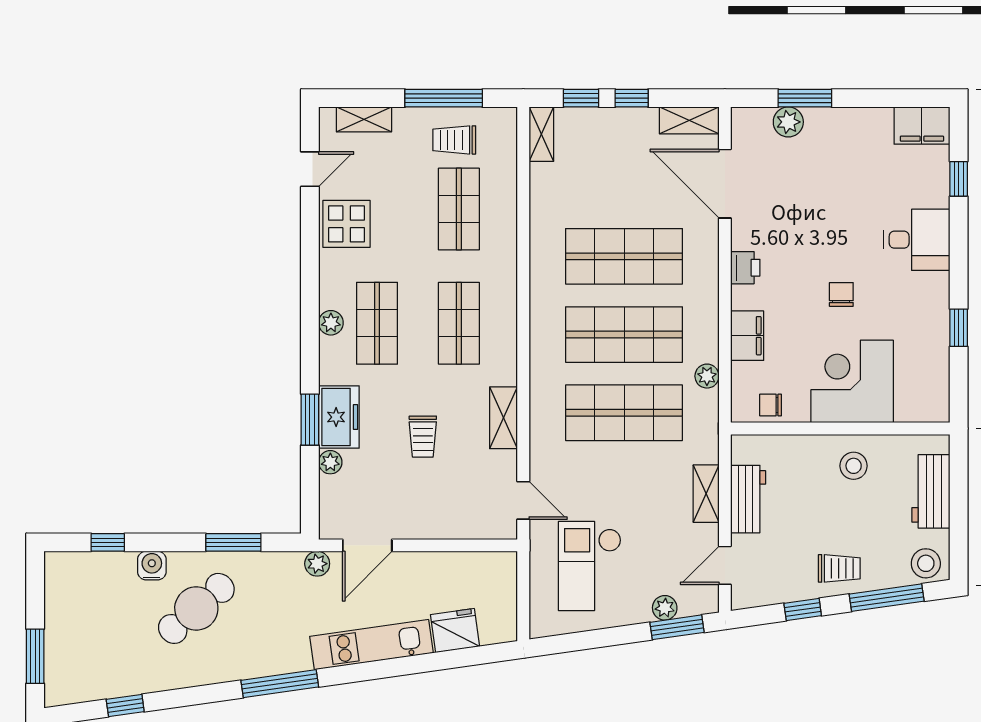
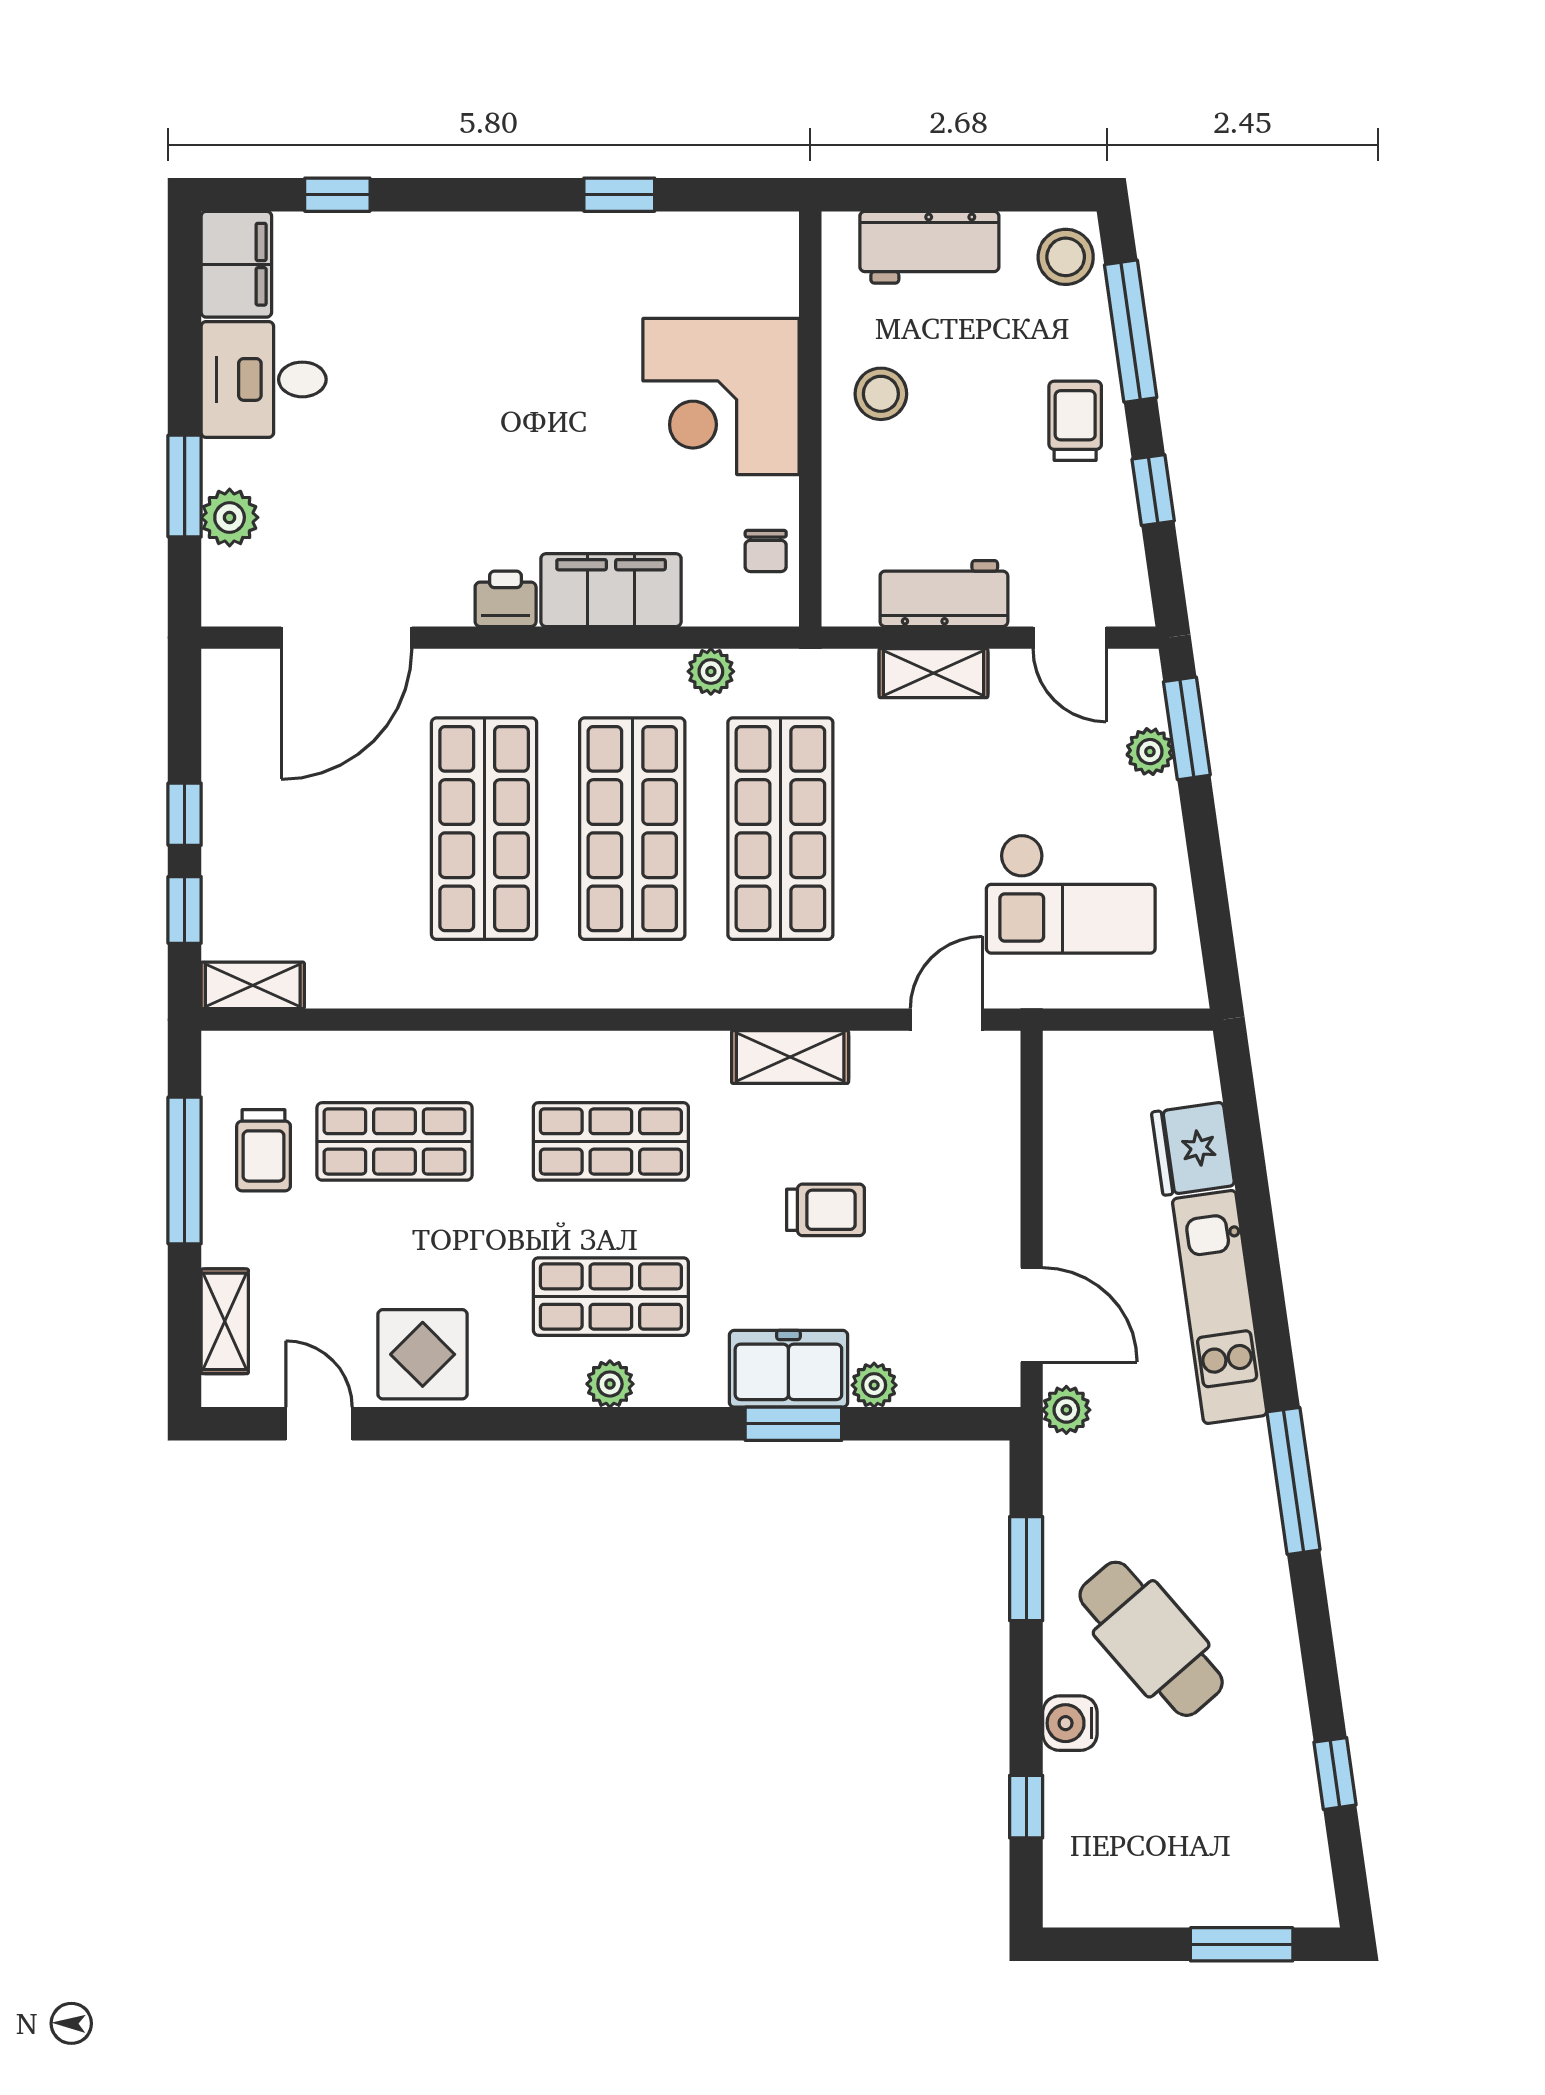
shelving: (689, 120) -> (227, 705), removed
desk: (917, 240) -> (264, 379), moved, turned -90
chair: (841, 294) -> (556, 417), removed
filing cabinet: (747, 336) -> (611, 590), width x1.50, depth x1.17

